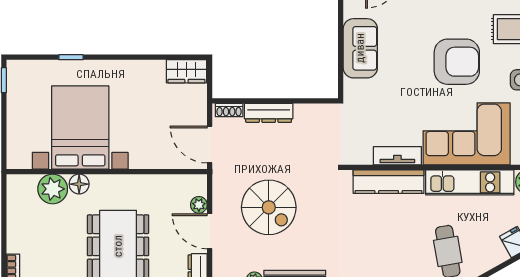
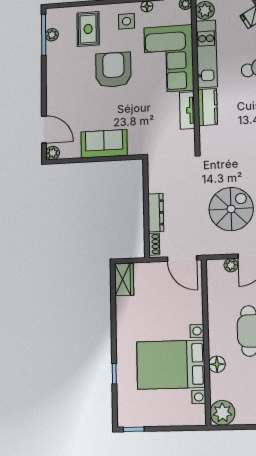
door: (210, 145) -> (182, 259), hinge flipped
kitchen counter: (389, 182) -> (208, 107), width x0.67
plant: (53, 189) -> (222, 413), moved

